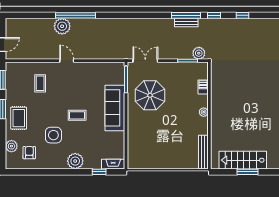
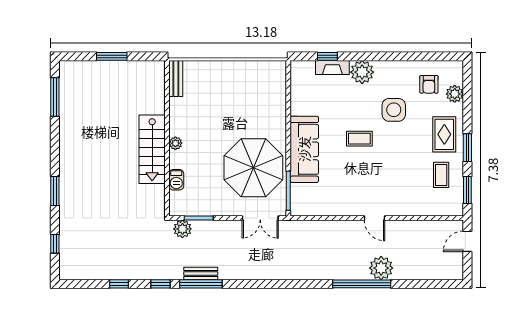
coffee table: (40, 83) -> (441, 175), moved
parasol: (150, 95) -> (253, 168), width x1.36, depth x1.36
bench: (203, 152) -> (176, 78), width x0.73
stairs: (243, 160) -> (152, 149), moved, turned 90
fireplace: (113, 164) -> (332, 68), moved

